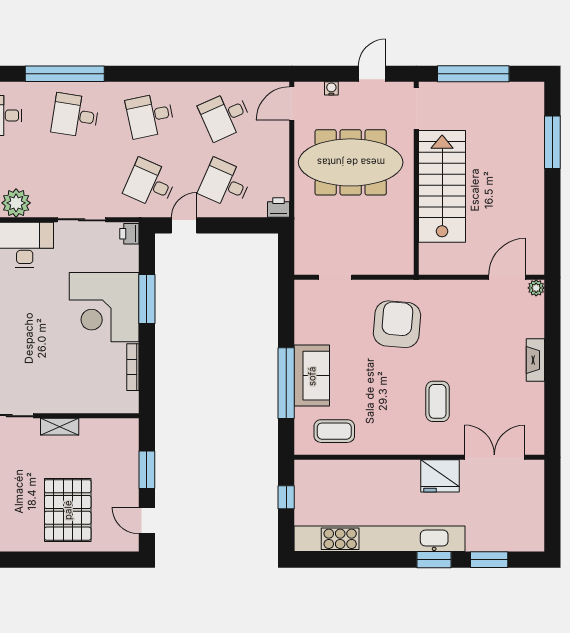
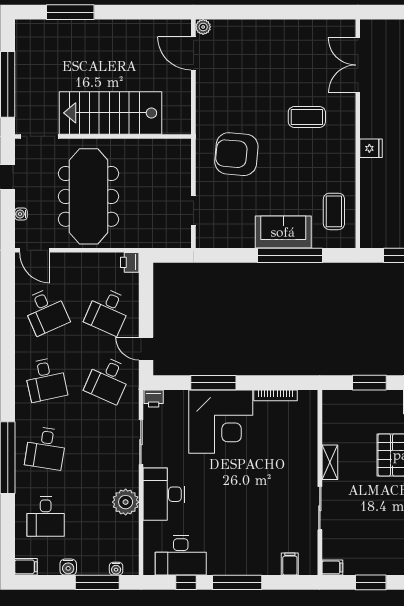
fireplace: (535, 360) -> (269, 28), removed
fridge: (440, 476) -> (371, 148), moved, width x0.53, depth x0.75

